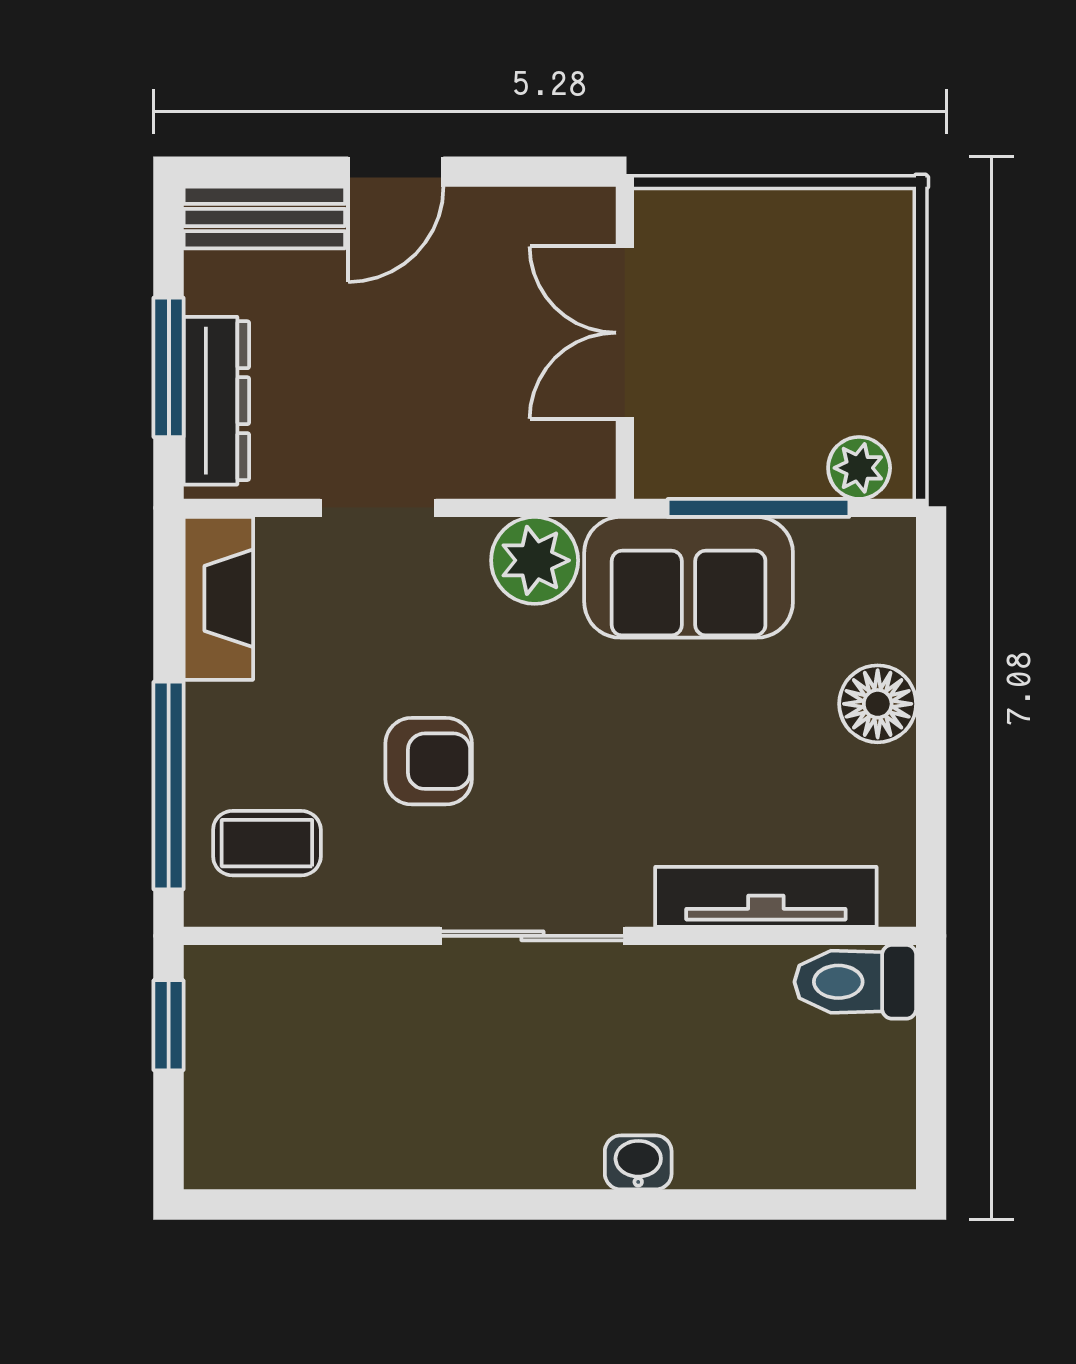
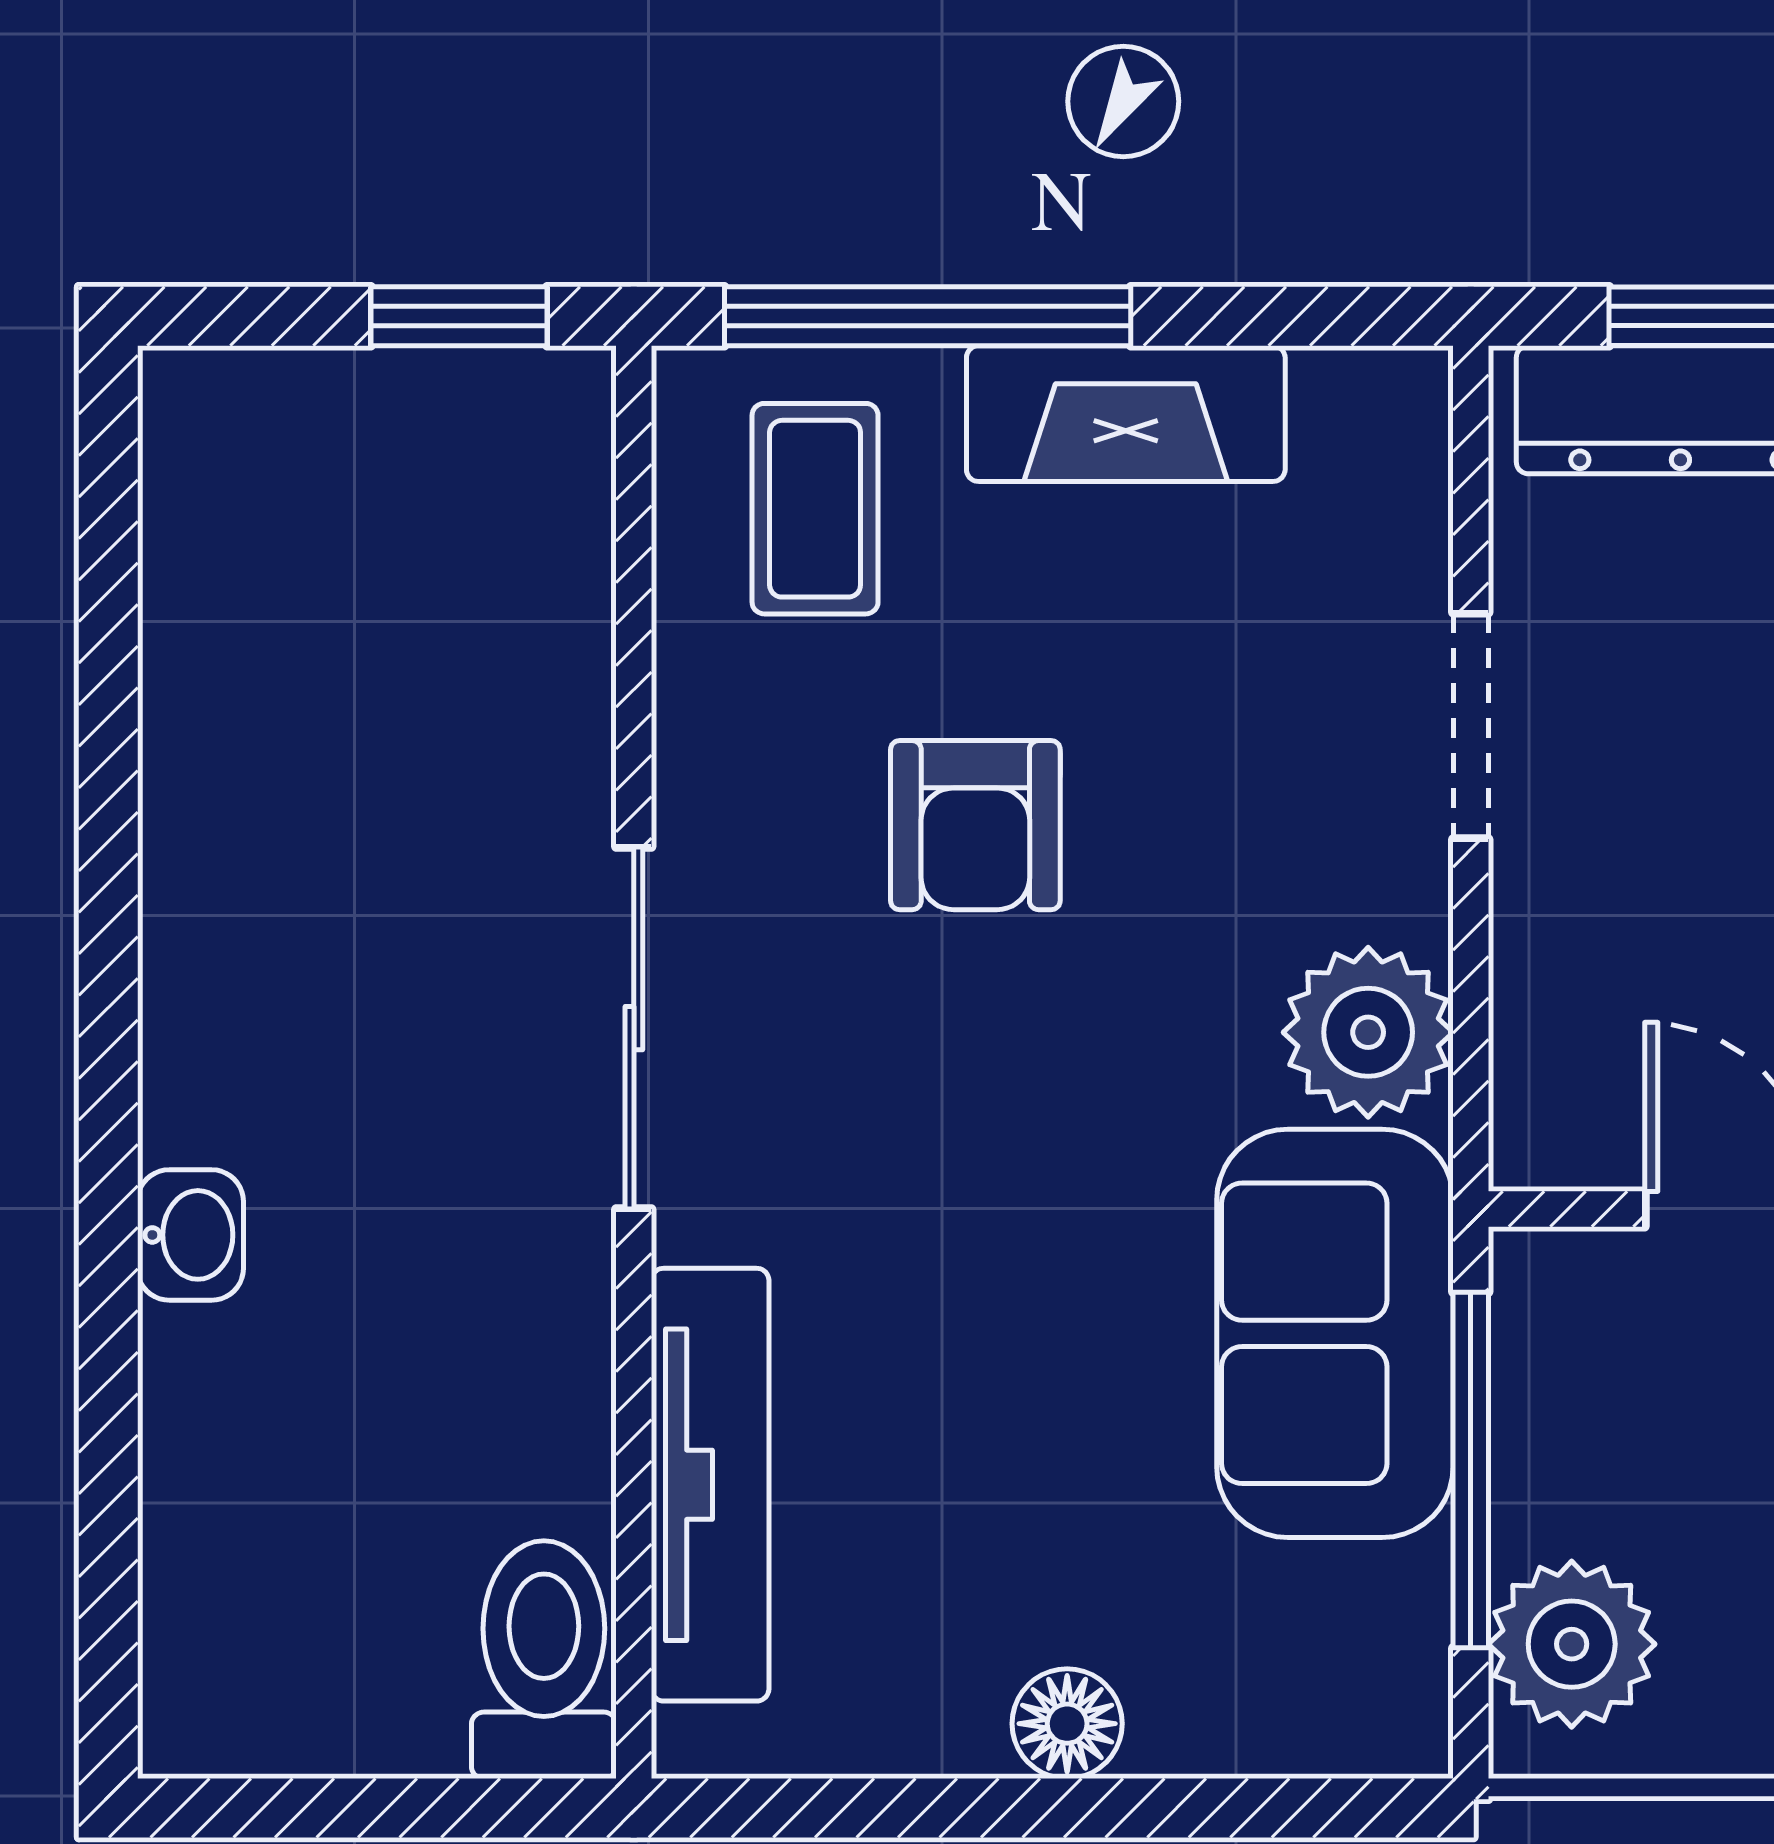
plant: (859, 468) -> (1572, 1644), width x1.38, depth x1.38
fireplace: (218, 598) -> (1126, 414), moved
floor lamp: (878, 704) -> (1067, 1724), width x0.73, depth x0.73

